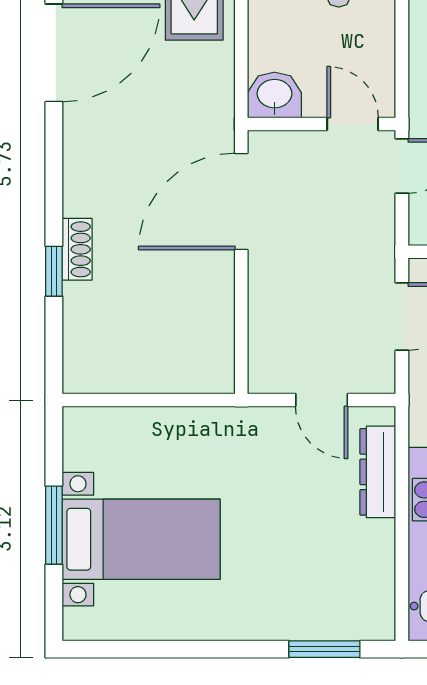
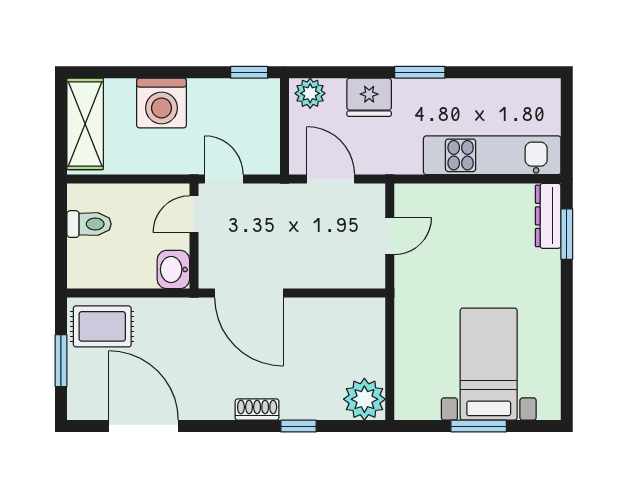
shoe rack: (77, 249) -> (257, 410), moved
plant: (92, 364) -> (364, 399), added
dresser: (378, 472) -> (548, 216), moved, turned 90

